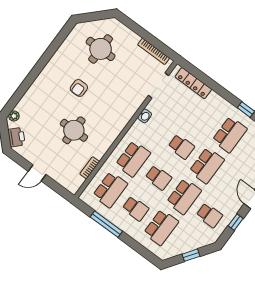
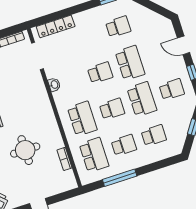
school desk: (230, 135) -> (118, 27), width x0.54
school desk: (161, 227) -> (154, 135), width x0.54

